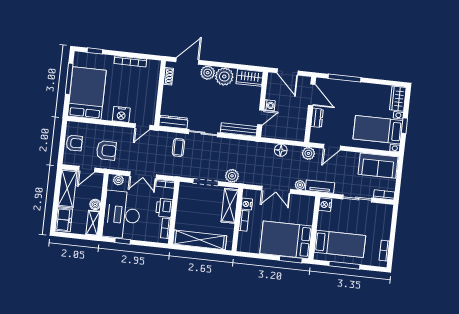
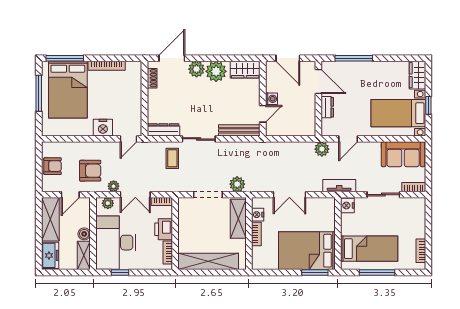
window: (95, 51) -> (65, 58), width x2.17
bed: (87, 93) -> (68, 90), moved, turned 180
floor lamp: (281, 150) -> (290, 149), removed
plant: (300, 185) -> (114, 186), moved

